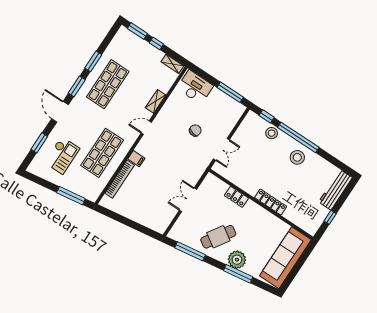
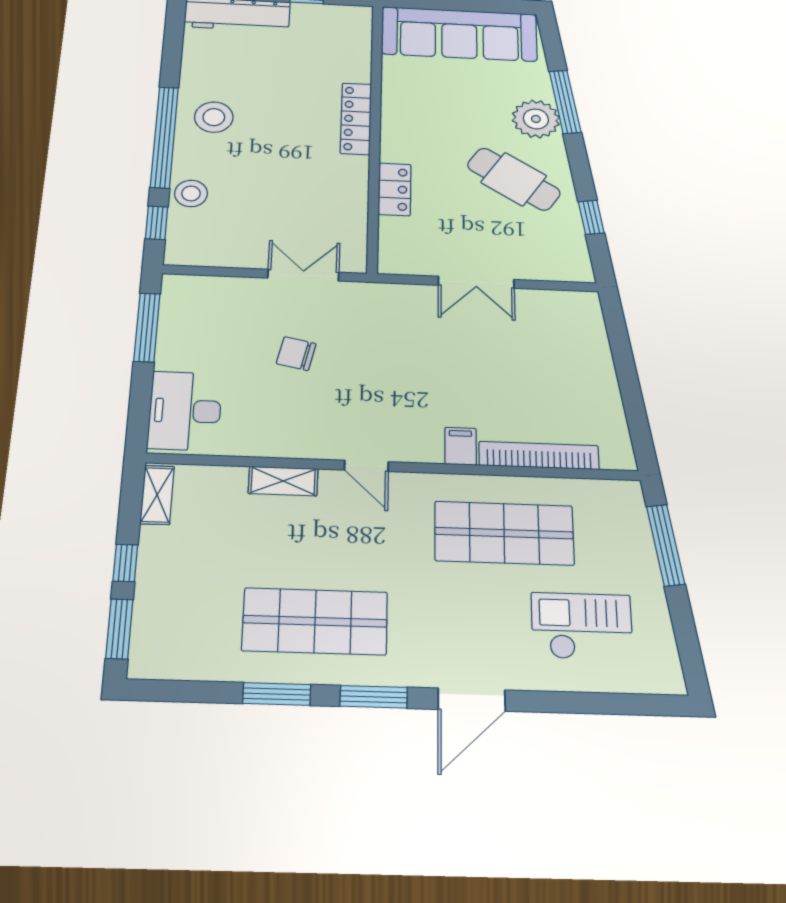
window: (39, 143) -> (592, 703), removed
window: (190, 251) -> (591, 217), width x0.46

